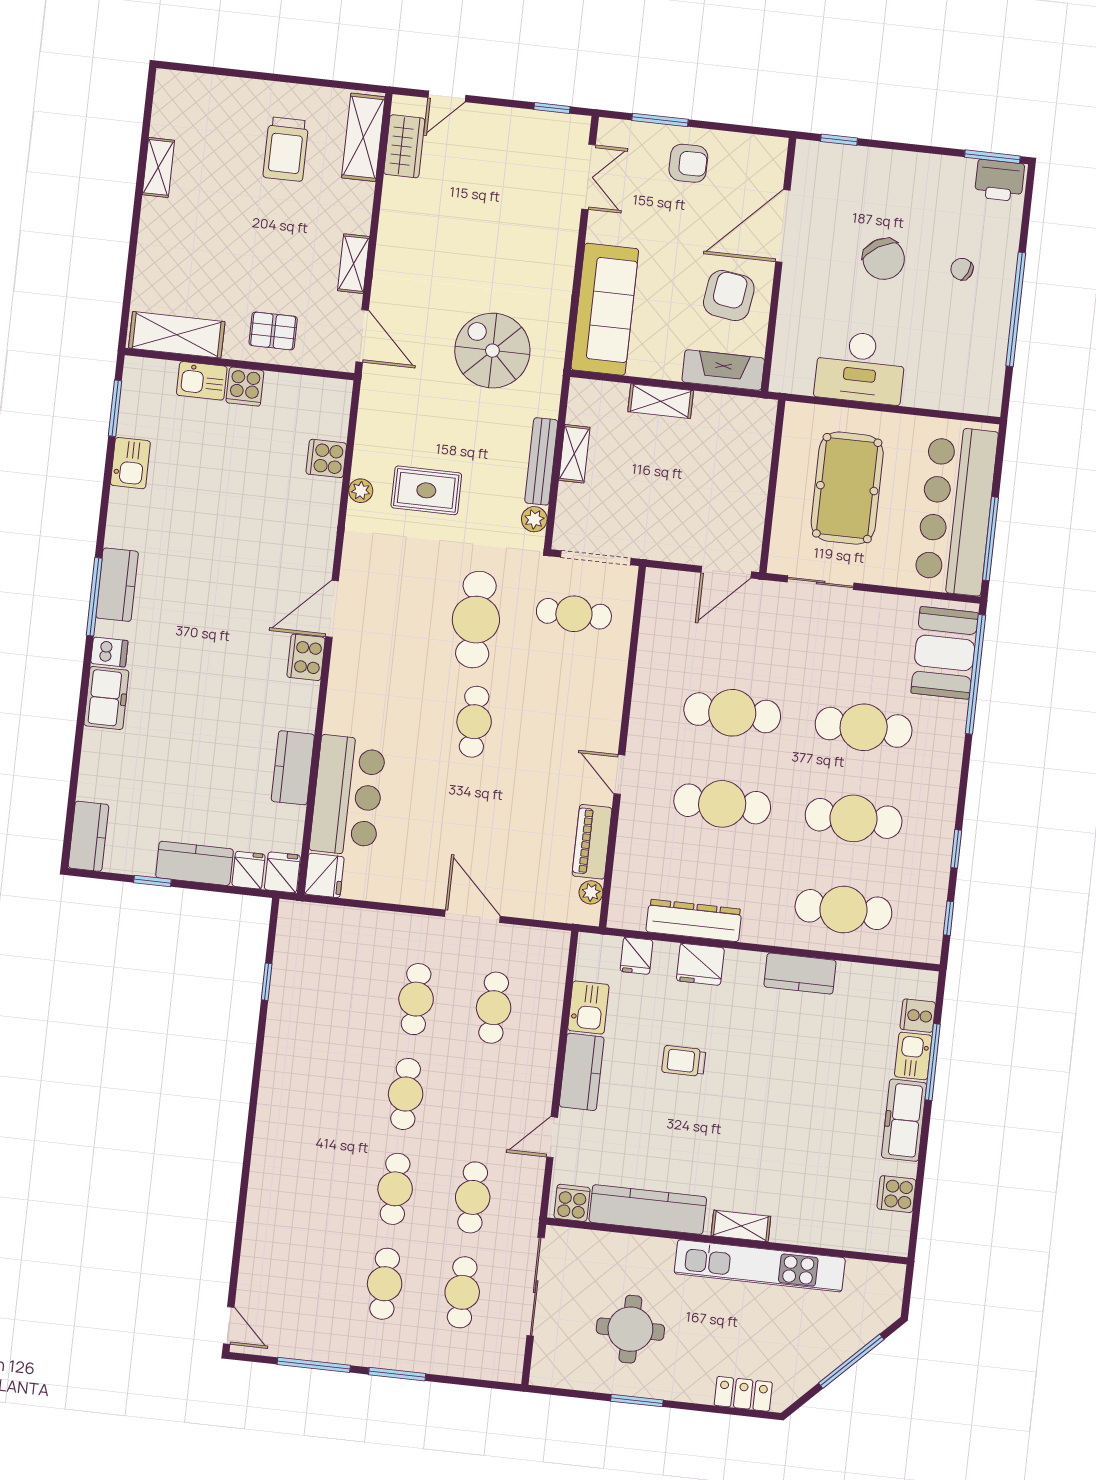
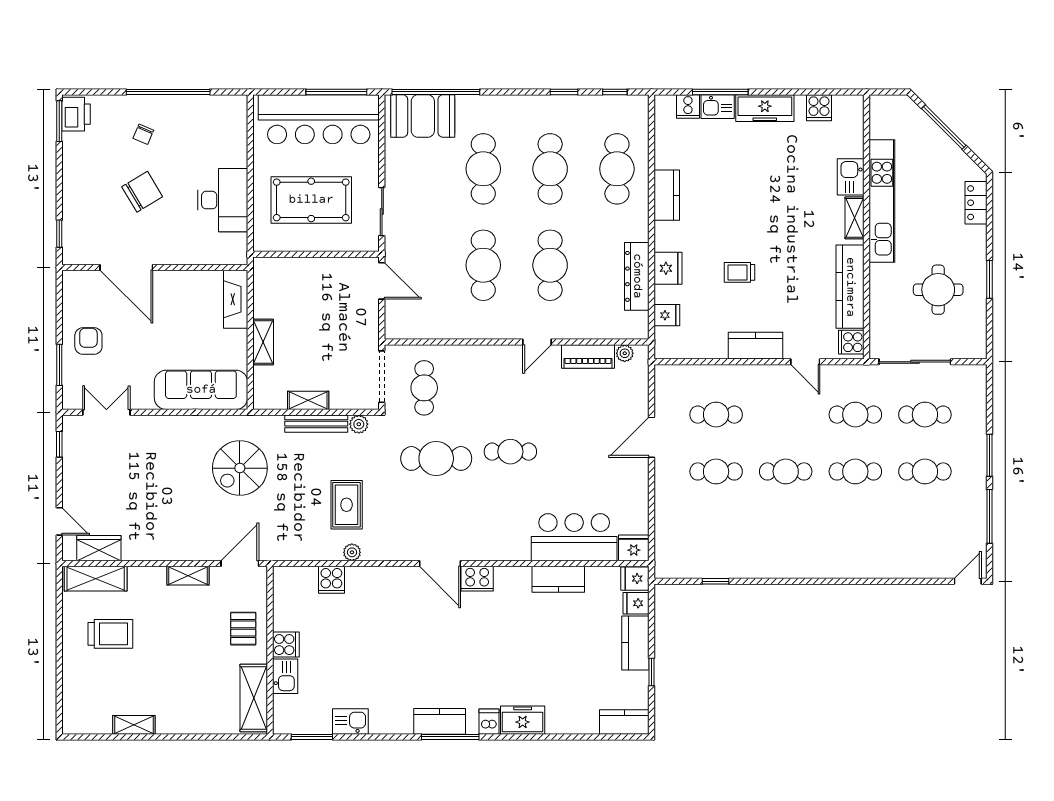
armchair: (729, 296) -> (181, 301), removed
kitchen sink: (588, 1007) -> (851, 177), moved, turned -90
trolley: (684, 1061) -> (740, 272), turned 90

